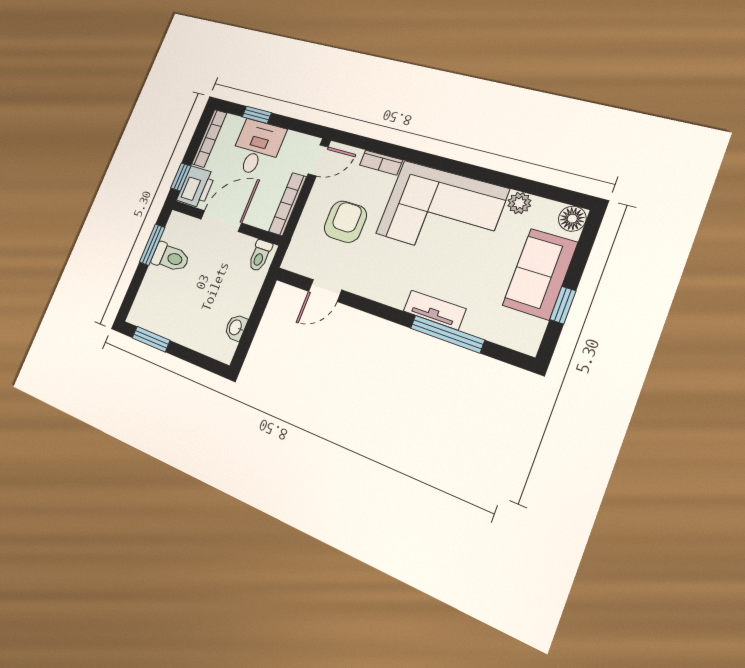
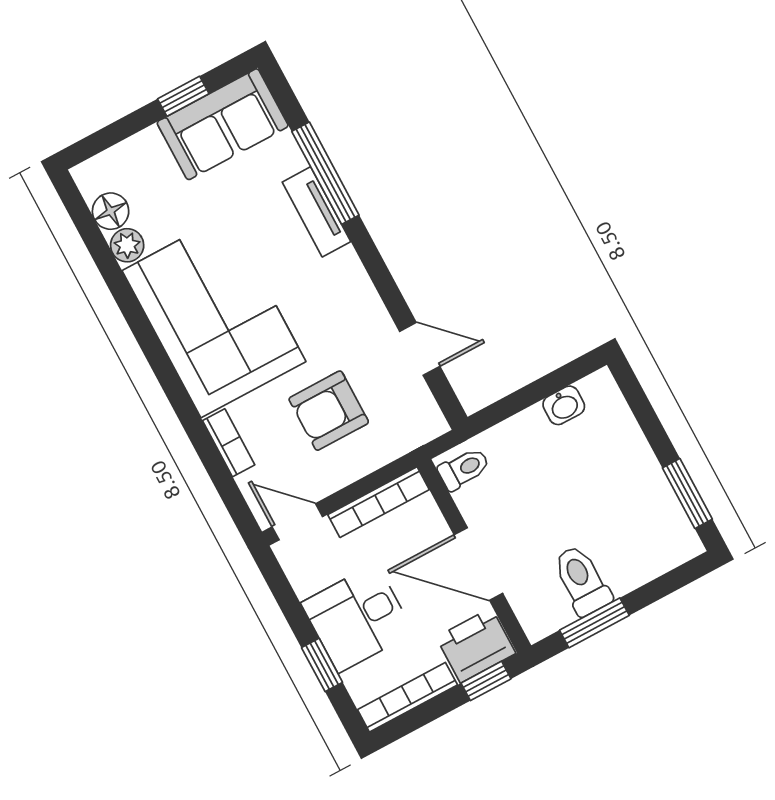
floor lamp: (572, 219) -> (111, 211), moved
sofa: (540, 274) -> (223, 124), moved

